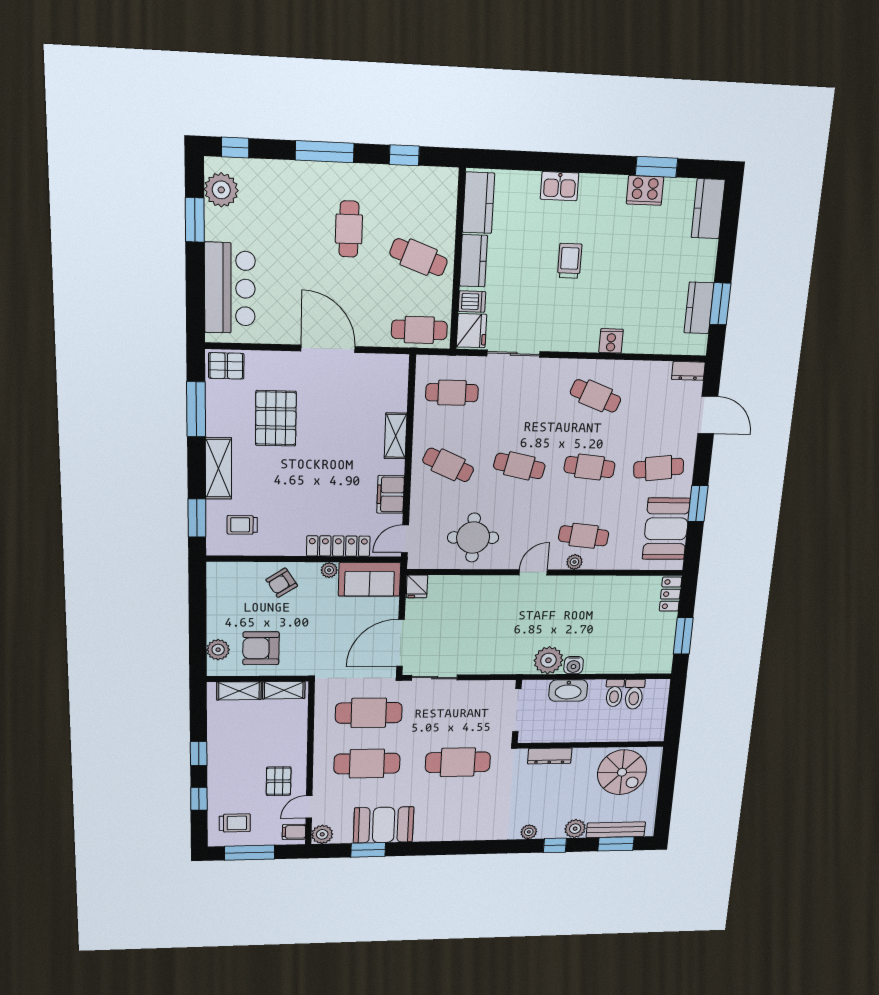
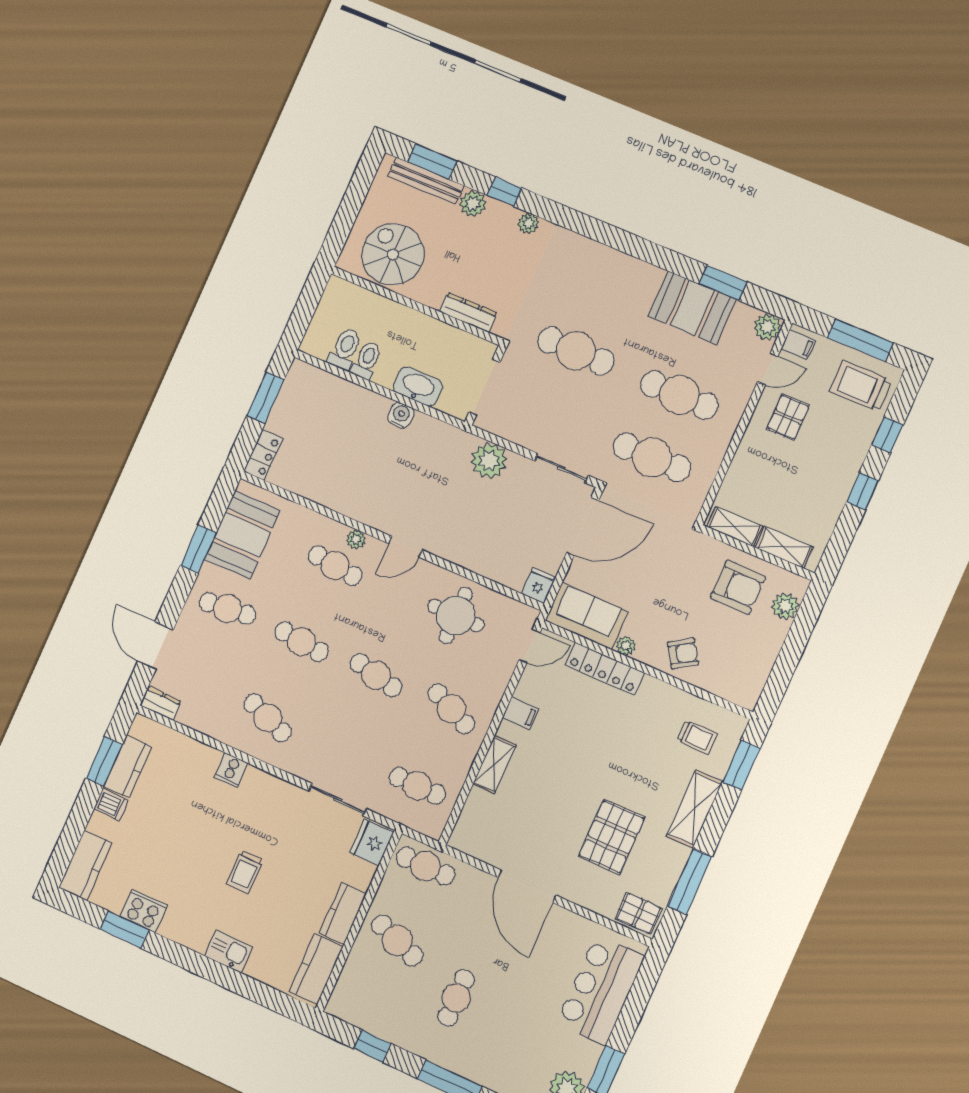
dishwasher: (472, 302) -> (111, 805), moved, turned 180
filing cabinet: (391, 494) -> (521, 713), width x0.50
plant: (548, 660) -> (489, 461), moved
trolley: (235, 823) -> (861, 386), width x1.36, depth x1.39

